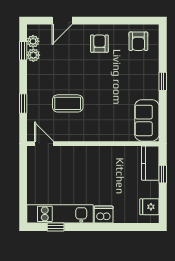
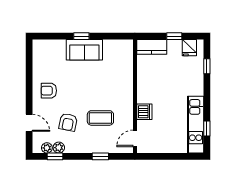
armchair: (138, 41) -> (68, 122), moved, turned 101
coffee table: (68, 103) -> (100, 118), turned 90
sofa: (147, 120) -> (84, 50), moved
window: (163, 174) -> (174, 36), moved
dishwasher: (104, 215) -> (144, 112), moved, turned 180
window: (128, 227) -> (207, 66), added

